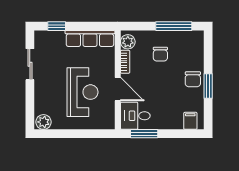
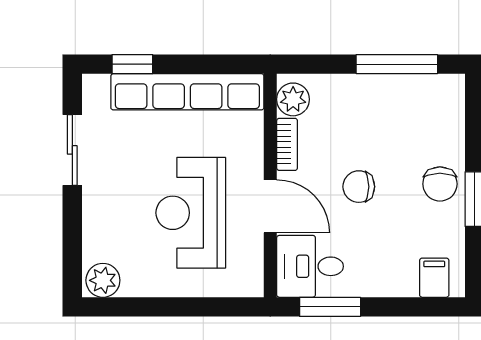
row of seats: (90, 38) -> (187, 92), width x1.36
chair: (160, 54) -> (359, 187), moved, turned 90
reception desk: (82, 92) -> (191, 213), turned 180

